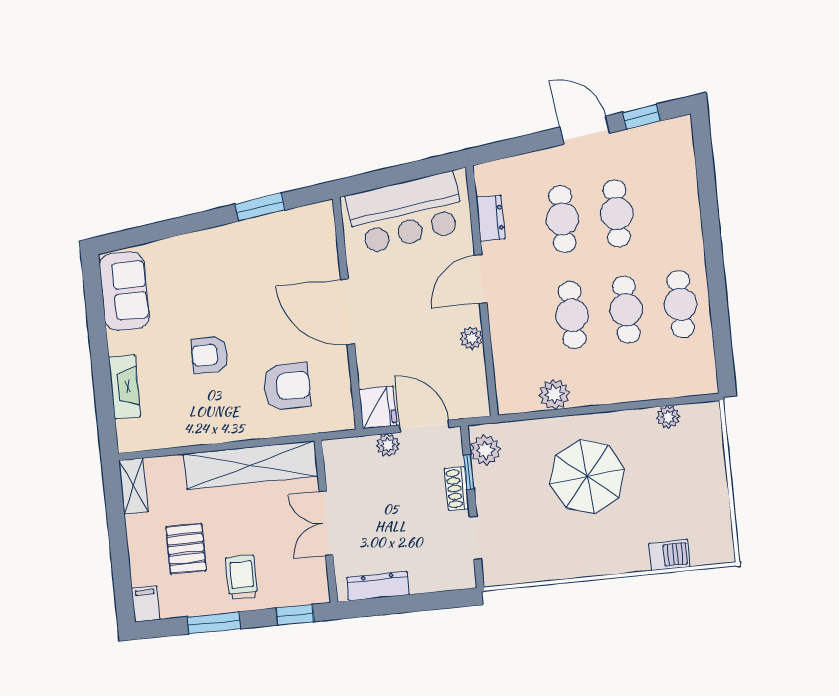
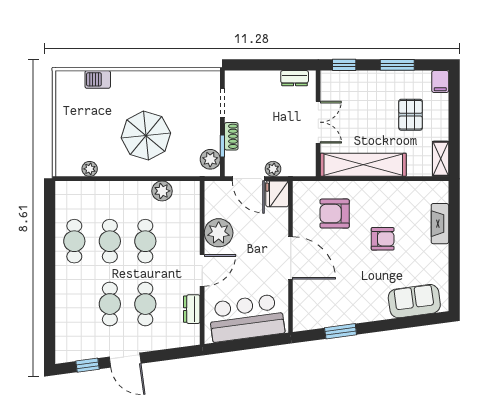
sofa: (124, 291) -> (414, 301), moved, turned 82
plant: (472, 338) -> (219, 233), width x1.88, depth x1.88
trolley: (242, 577) -> (376, 92), removed
dresser: (378, 586) -> (295, 78), width x0.70

